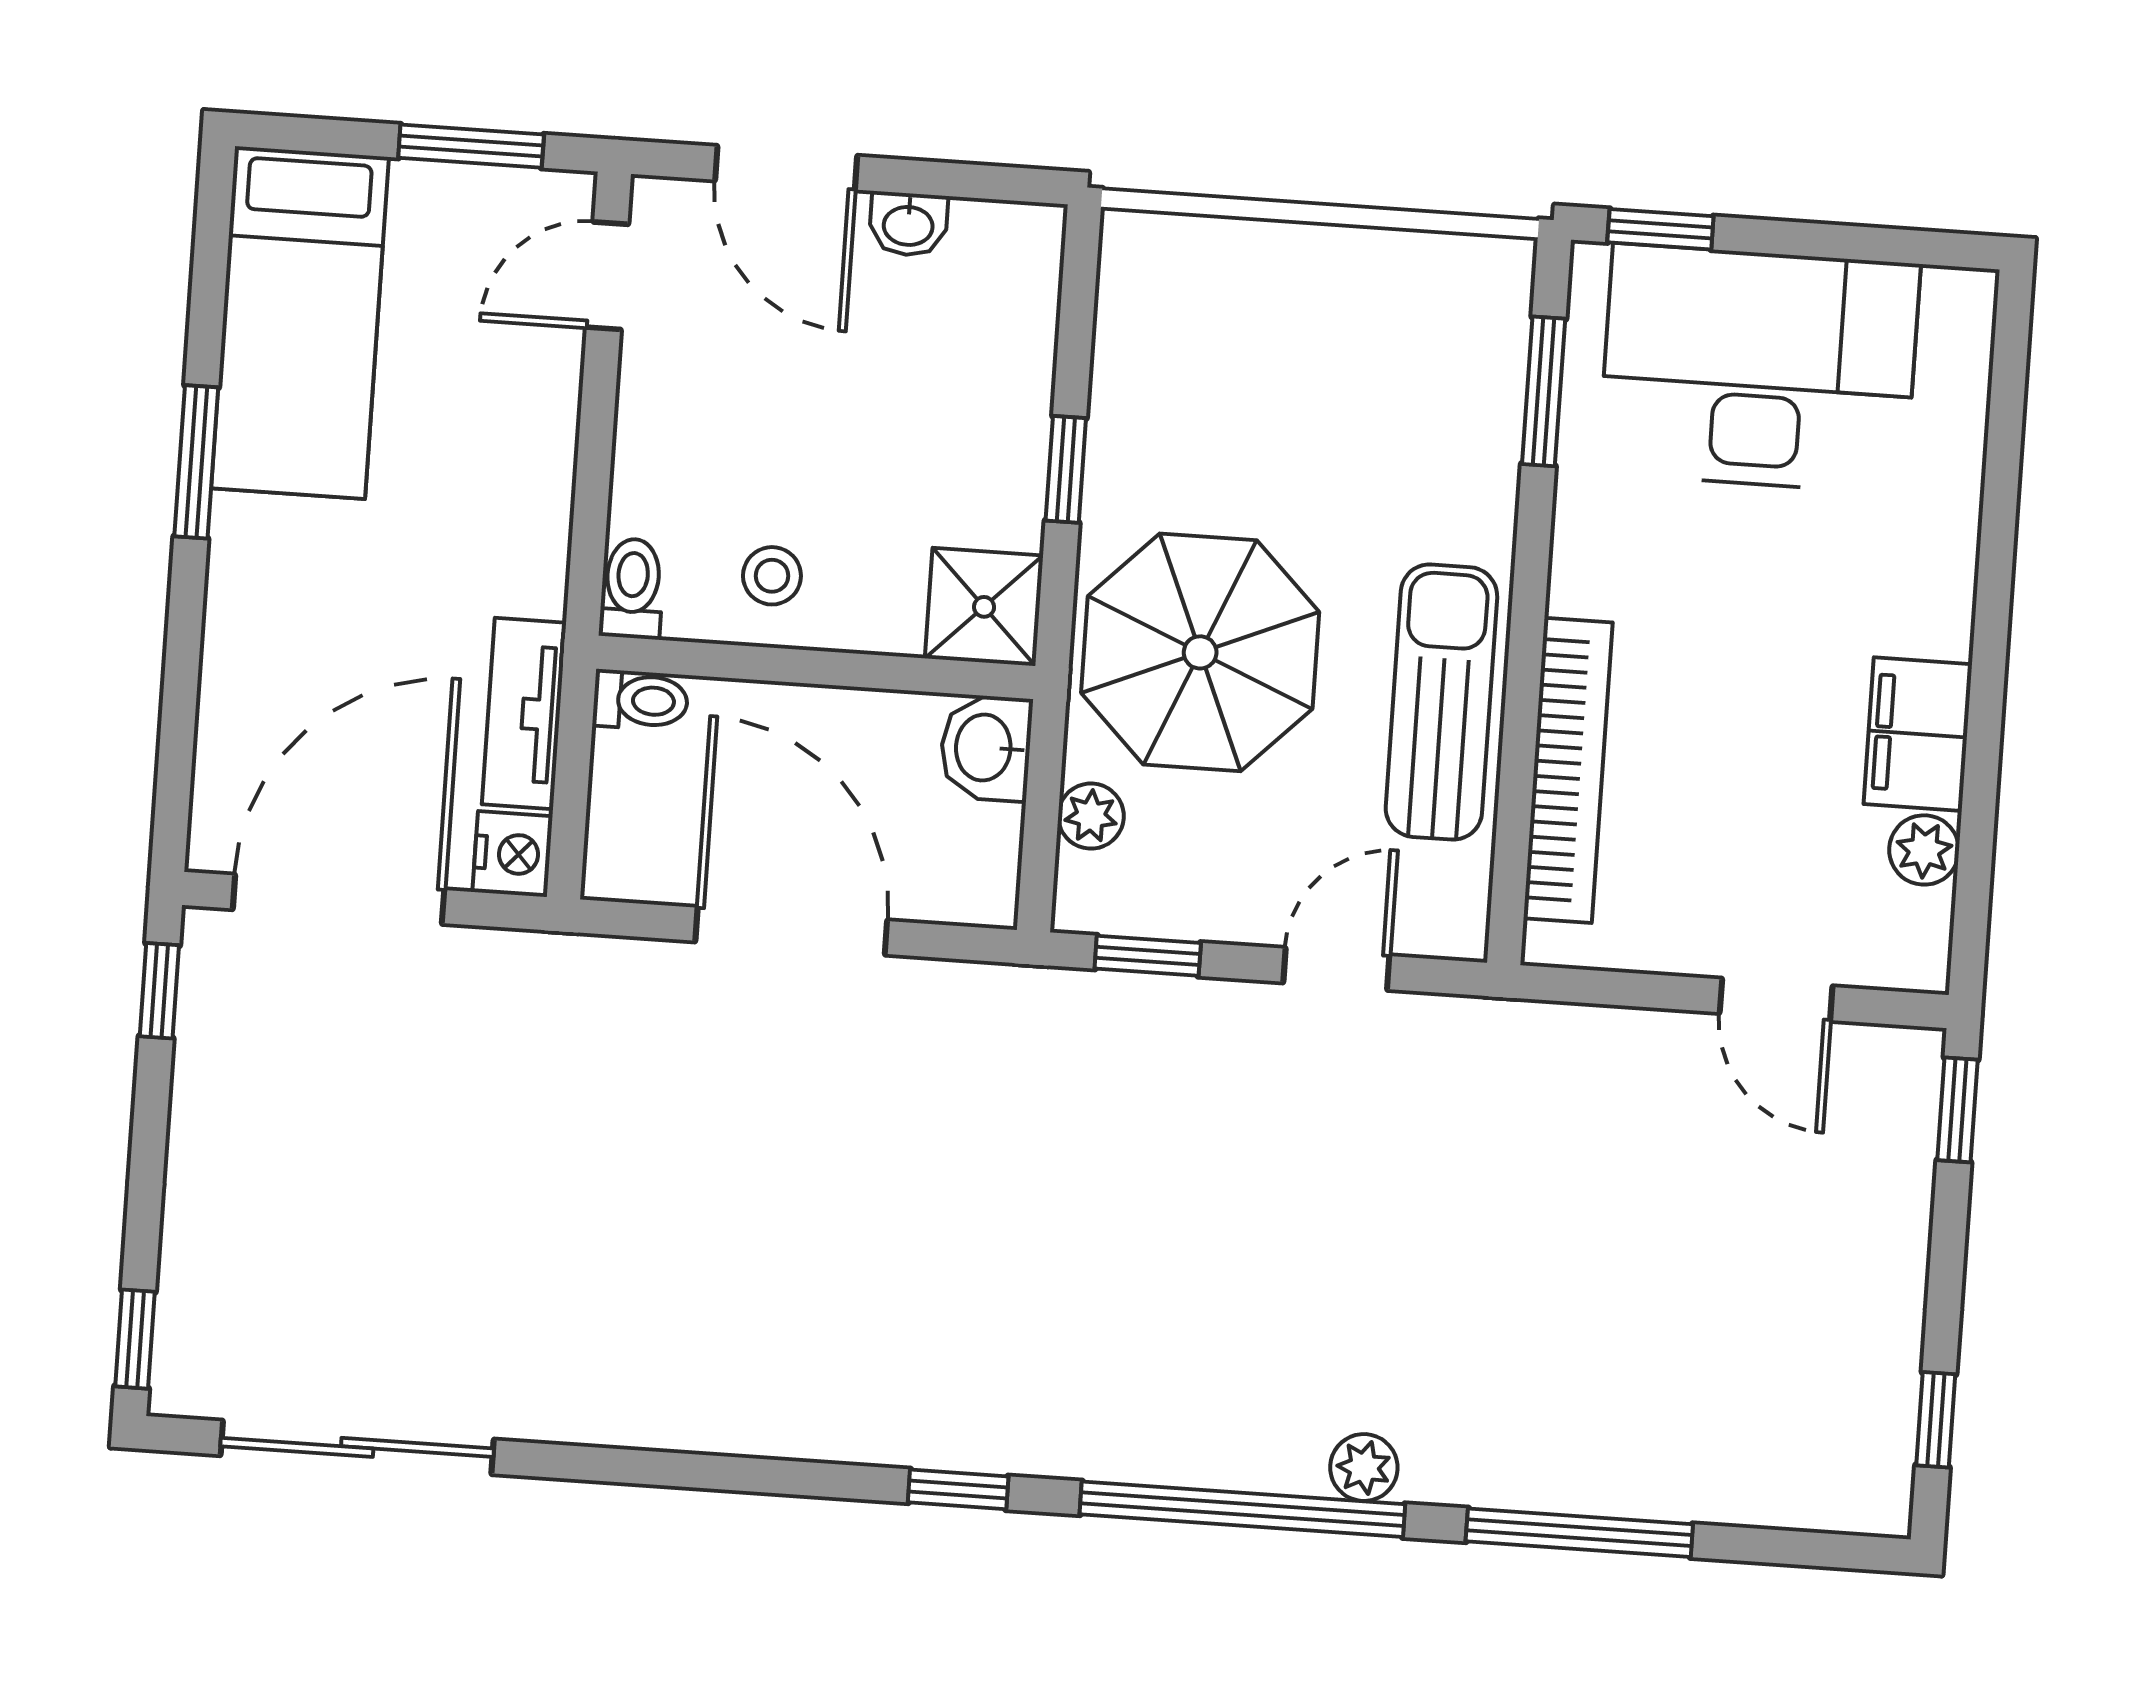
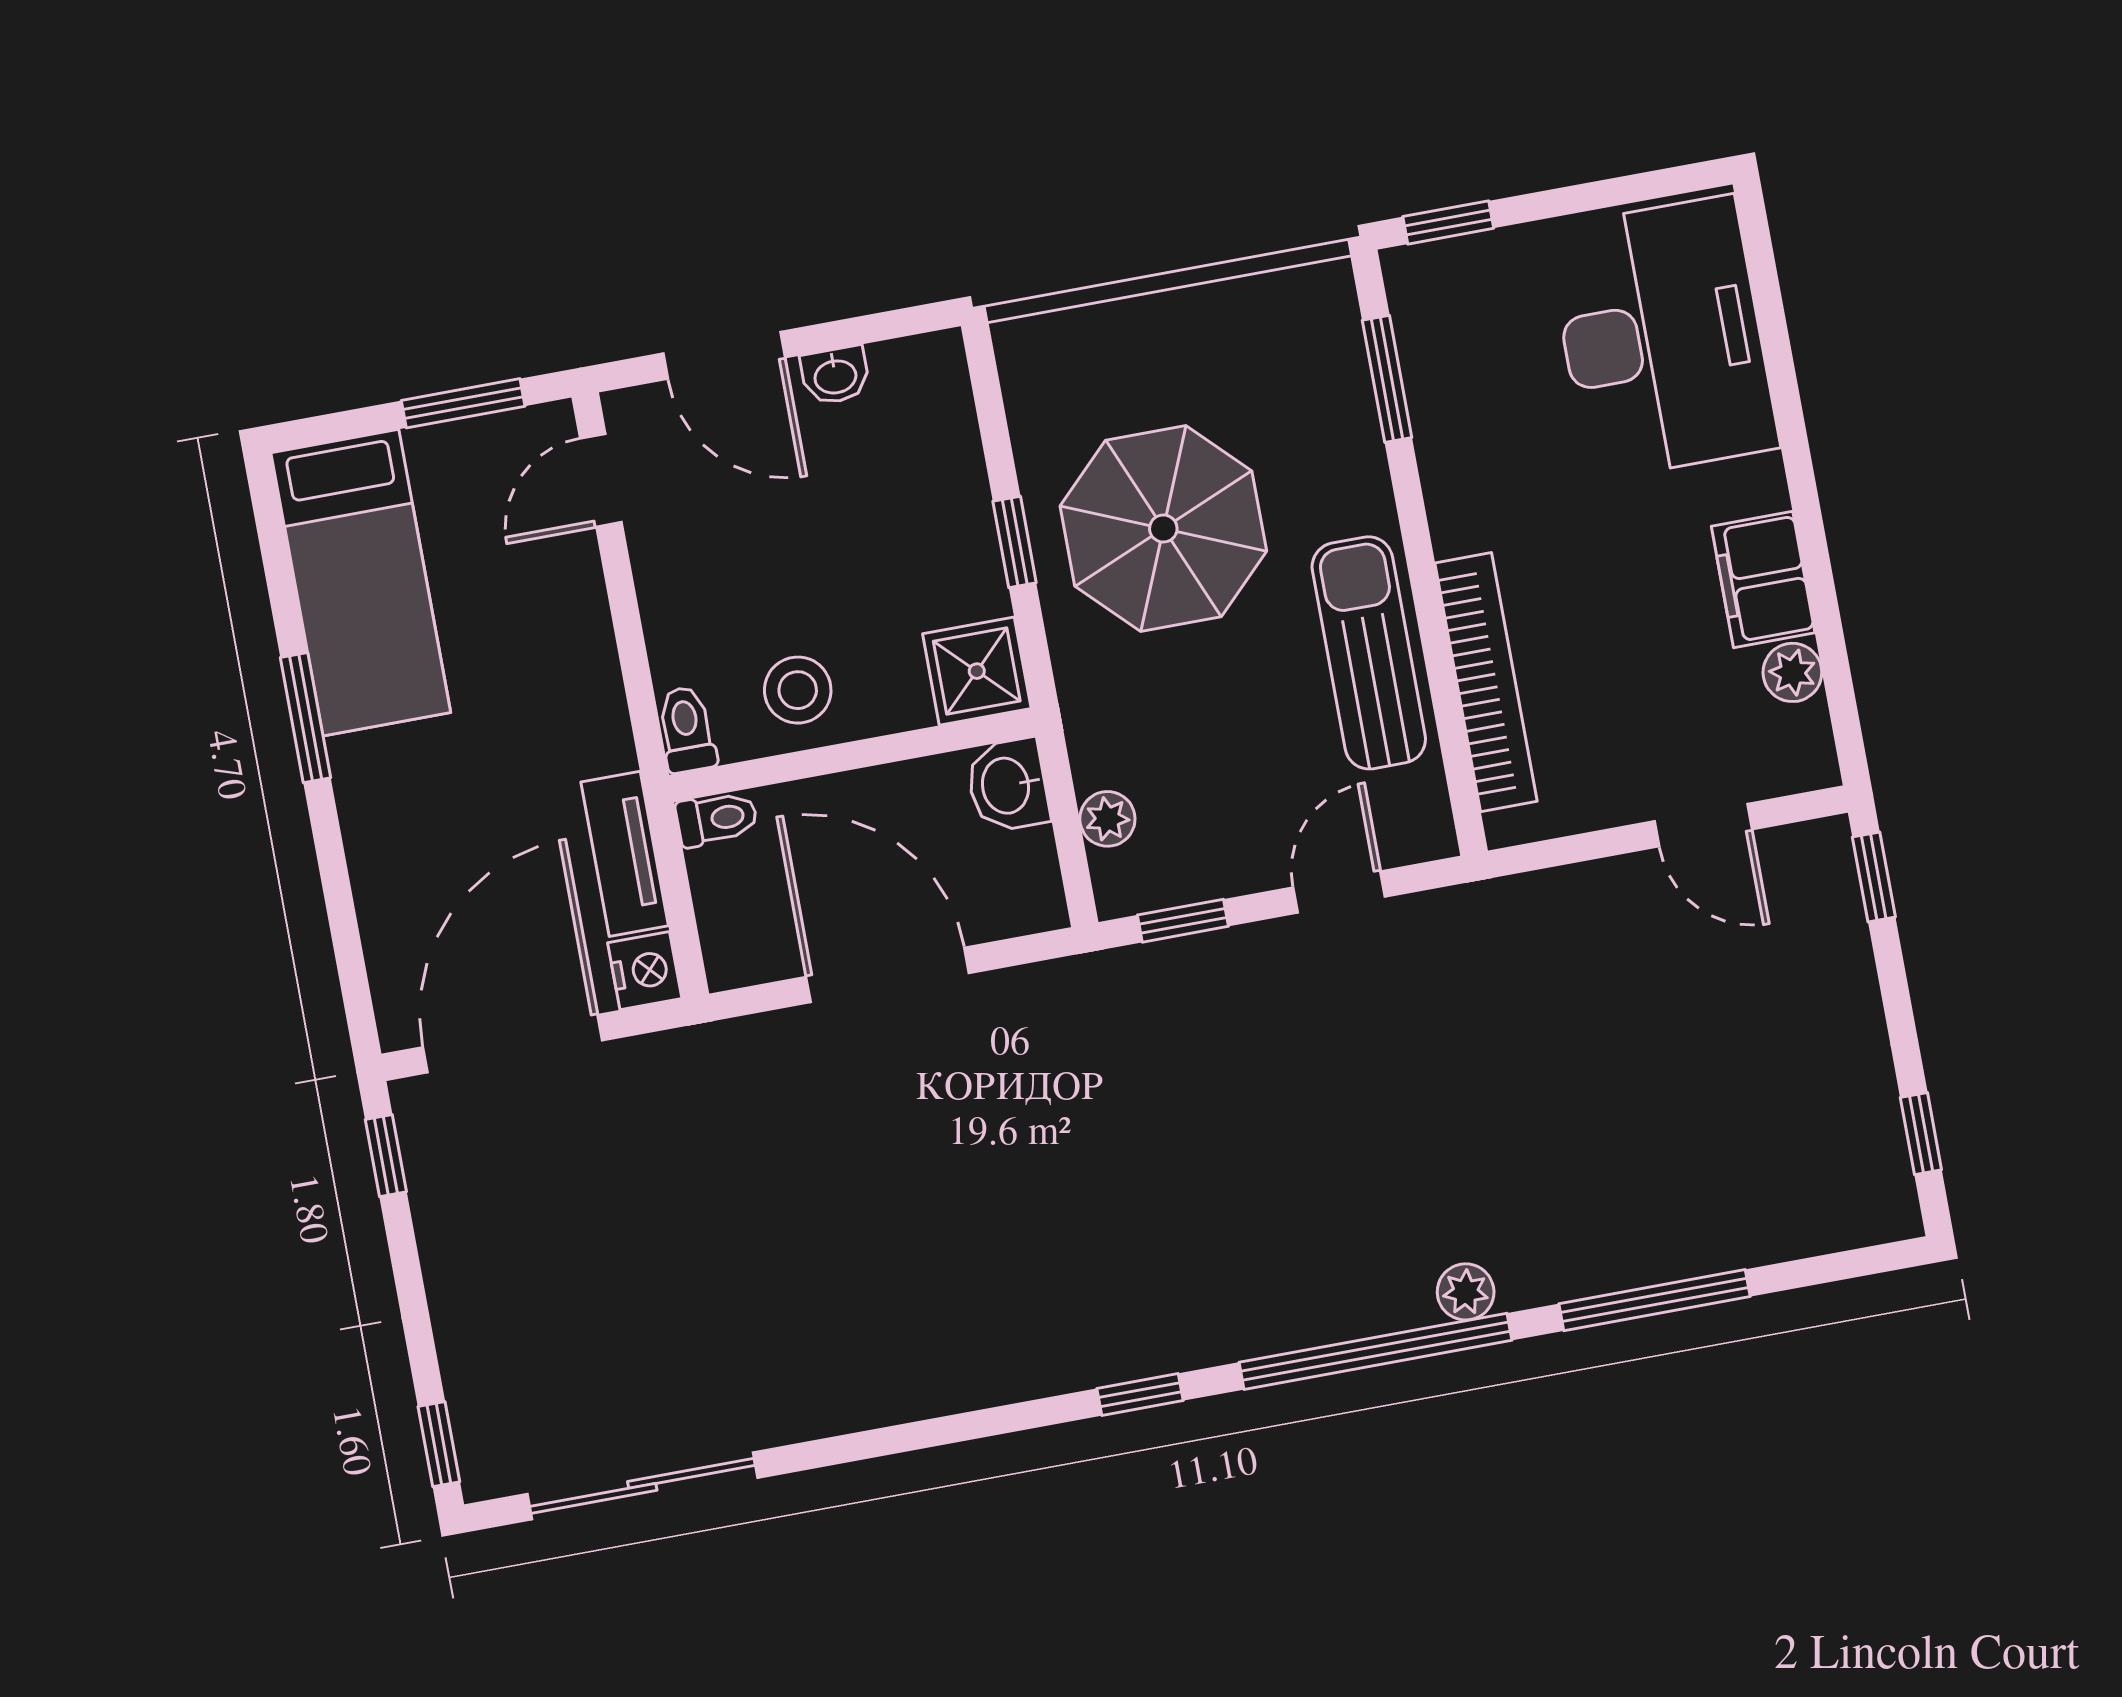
desk: (1759, 368) -> (1662, 338), moved, turned 90
stool: (772, 576) -> (798, 690), width x1.37, depth x1.37
parasol: (1200, 652) -> (1163, 529), moved

